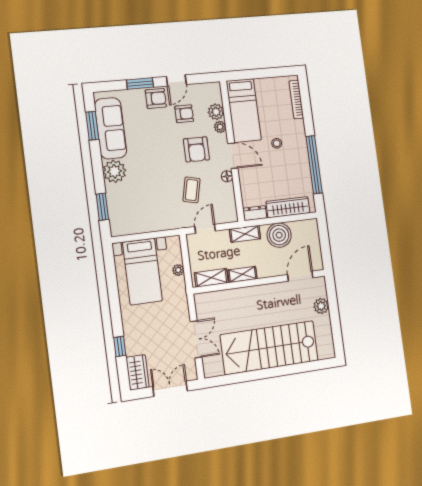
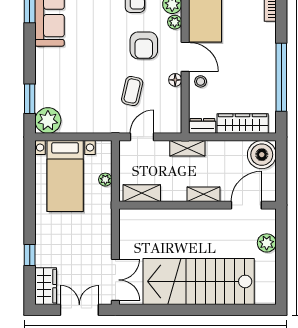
stool: (277, 143) -> (201, 81), moved
plant: (114, 171) -> (48, 120), moved
boiler: (279, 235) -> (262, 155), moved
shelving: (242, 274) -> (204, 194), moved
double door: (196, 339) -> (115, 280), moved

